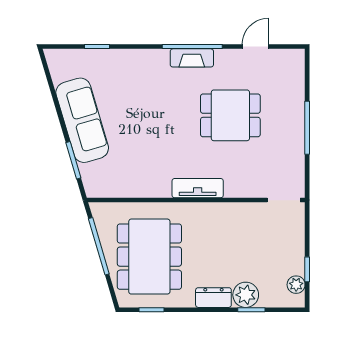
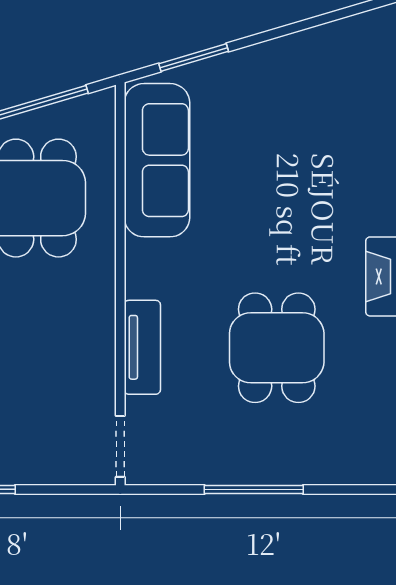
sofa: (82, 120) -> (157, 160), moved, turned -73
tv unit: (198, 188) -> (142, 347), moved

